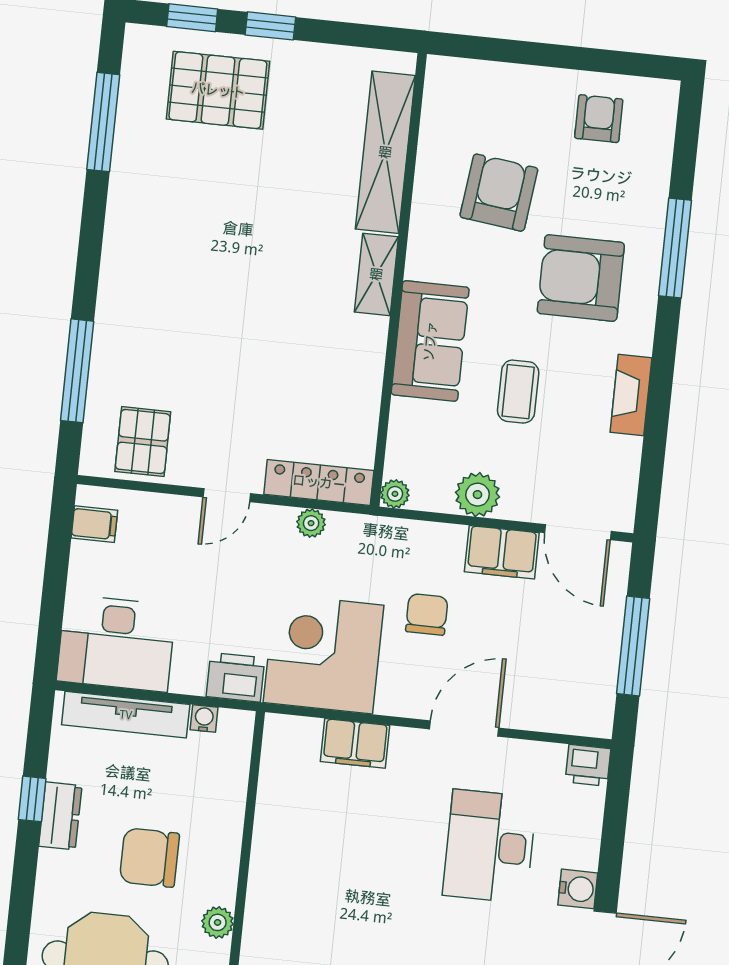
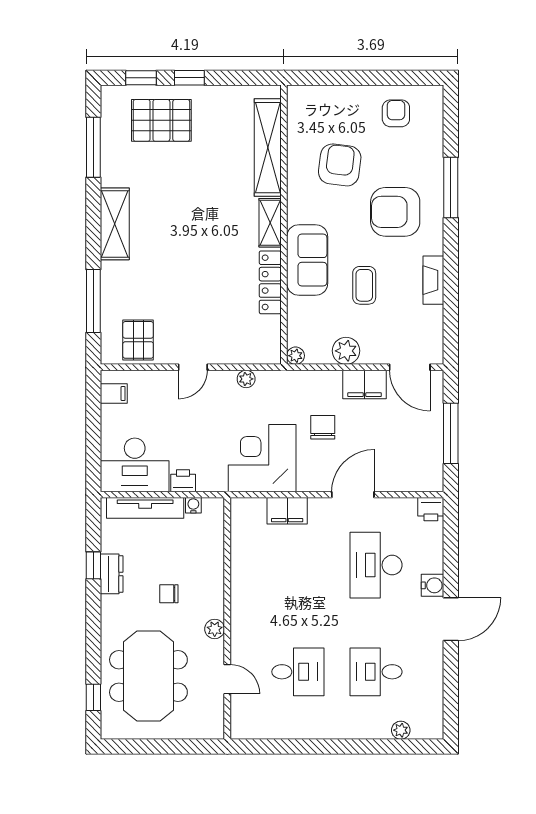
shelving: (125, 250) -> (115, 224), added
locker: (319, 482) -> (270, 282), moved, turned -90
printer: (235, 677) -> (183, 481), moved, width x0.73, depth x0.81
chair: (149, 858) -> (169, 594), width x0.54, depth x0.54

